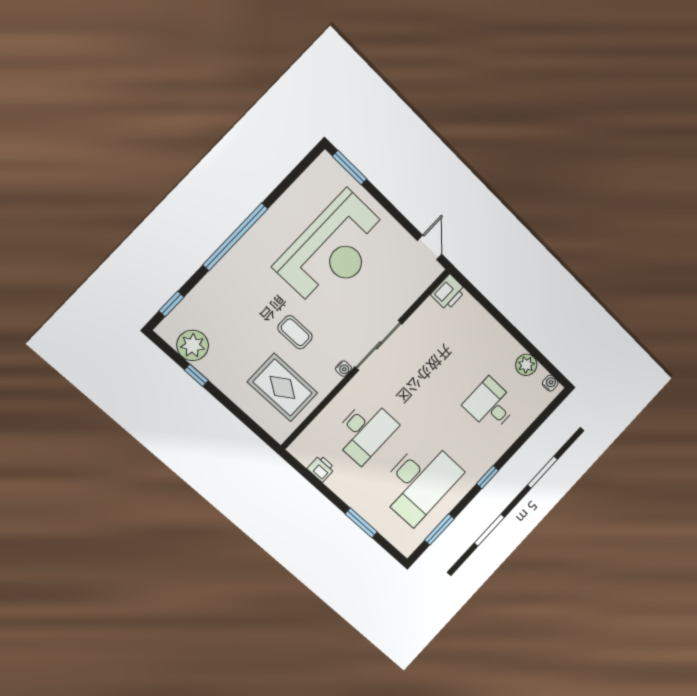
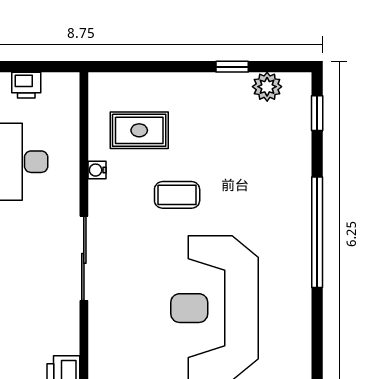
plant: (193, 345) -> (267, 87), width x0.73, depth x0.73
water cooler: (343, 369) -> (97, 170), moved
rug: (283, 387) -> (139, 130), width x0.73, depth x0.70

